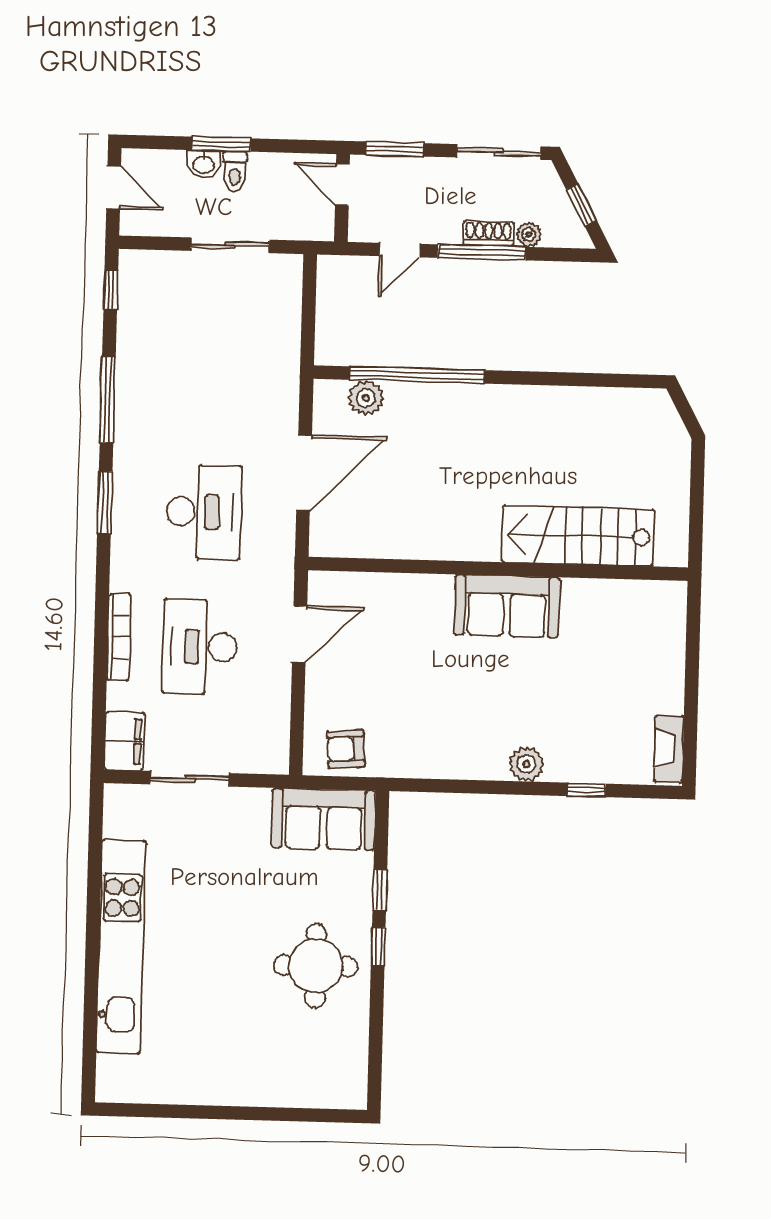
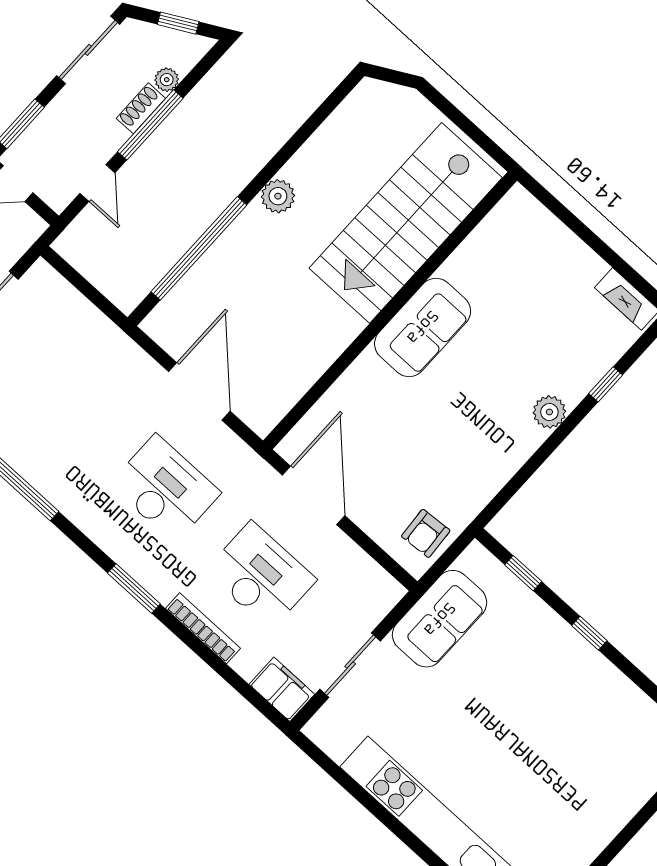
plant: (366, 398) -> (278, 196), moved
window: (105, 503) -> (134, 588), moved
stairs: (578, 536) -> (406, 223), width x1.36, depth x1.51
door: (300, 634) -> (314, 495), width x1.36
desk: (200, 647) -> (261, 576), turned 180
sofa: (324, 819) -> (440, 619), moved
window: (380, 890) -> (523, 573), moved
round table: (316, 966) -> (564, 690), removed

